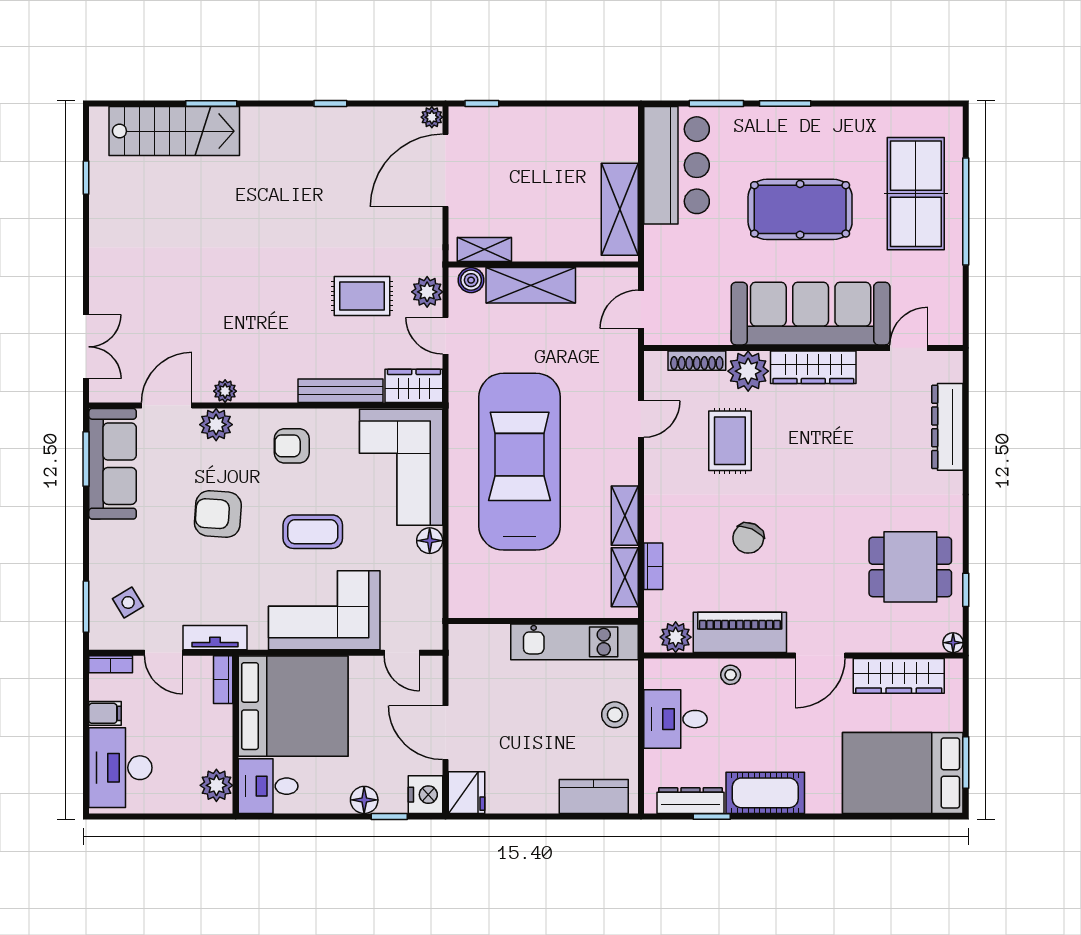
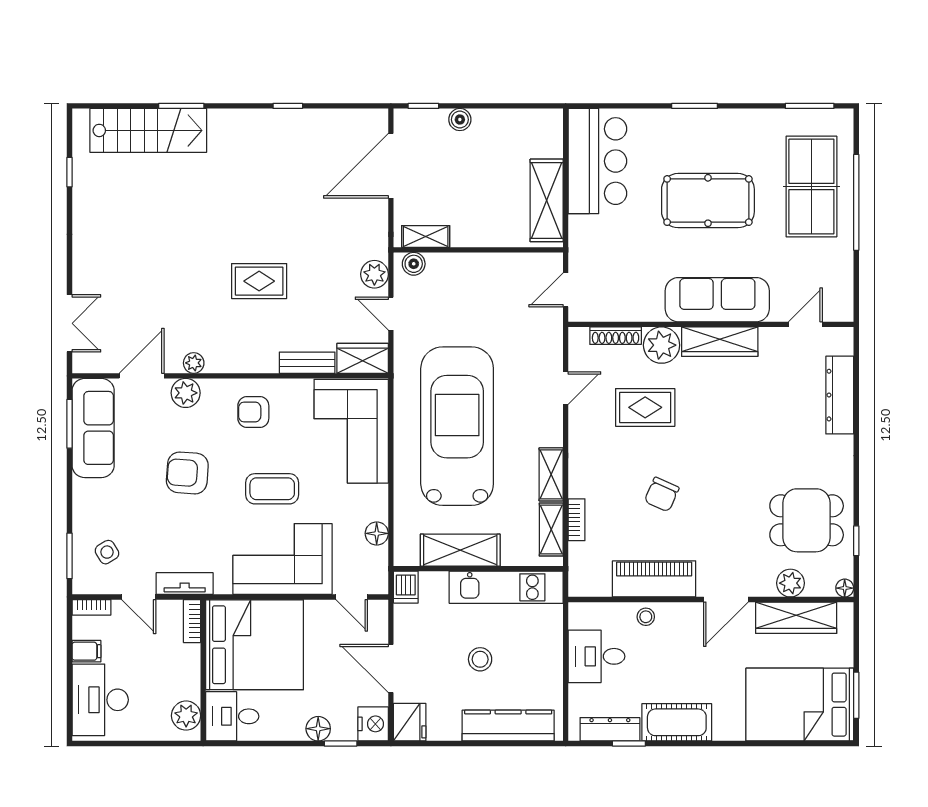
window: (716, 104) -> (810, 106), moved
plant: (432, 117) -> (379, 118), removed
boiler: (523, 119) -> (460, 120), added
shelving: (531, 285) -> (460, 550), moved
rug: (362, 296) -> (259, 281), moved
sofa: (811, 314) -> (717, 300), width x0.74, depth x0.79
bench: (341, 391) -> (307, 363), width x0.73
rug: (730, 441) -> (645, 407), turned 90
floor lamp: (430, 541) -> (377, 533), moved
plant: (676, 637) -> (790, 583), moved
dishwasher: (462, 642) -> (406, 587), added
stool: (615, 715) -> (480, 659), moved
kitchen counter: (594, 796) -> (508, 726), width x1.50

